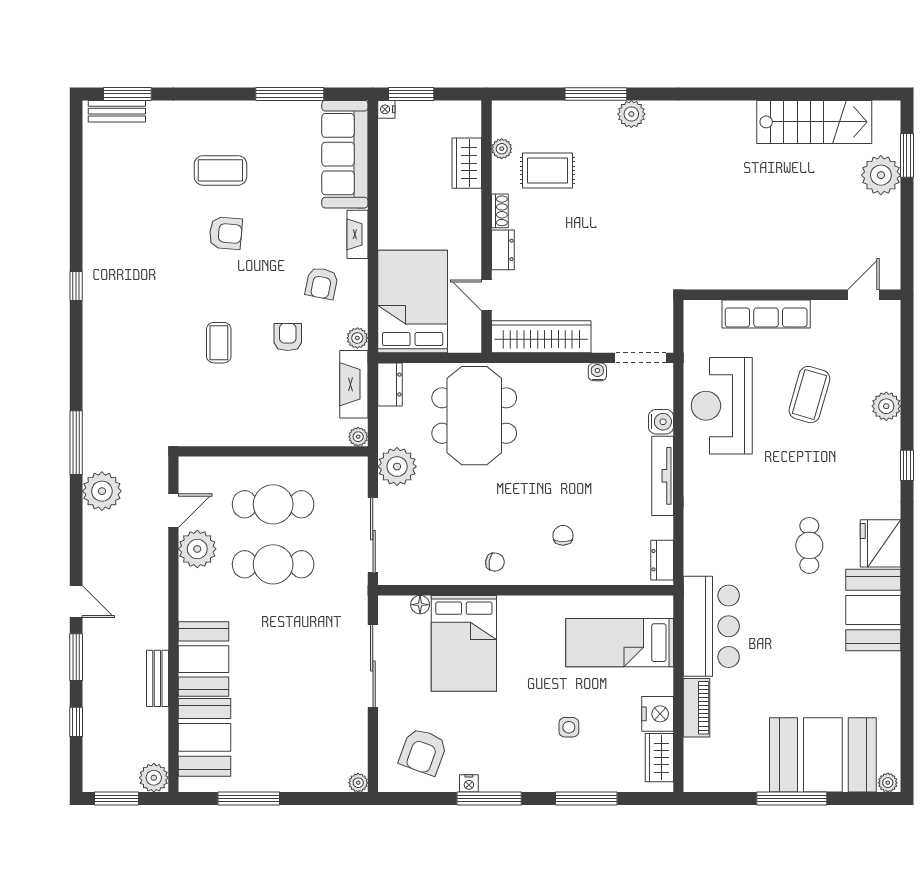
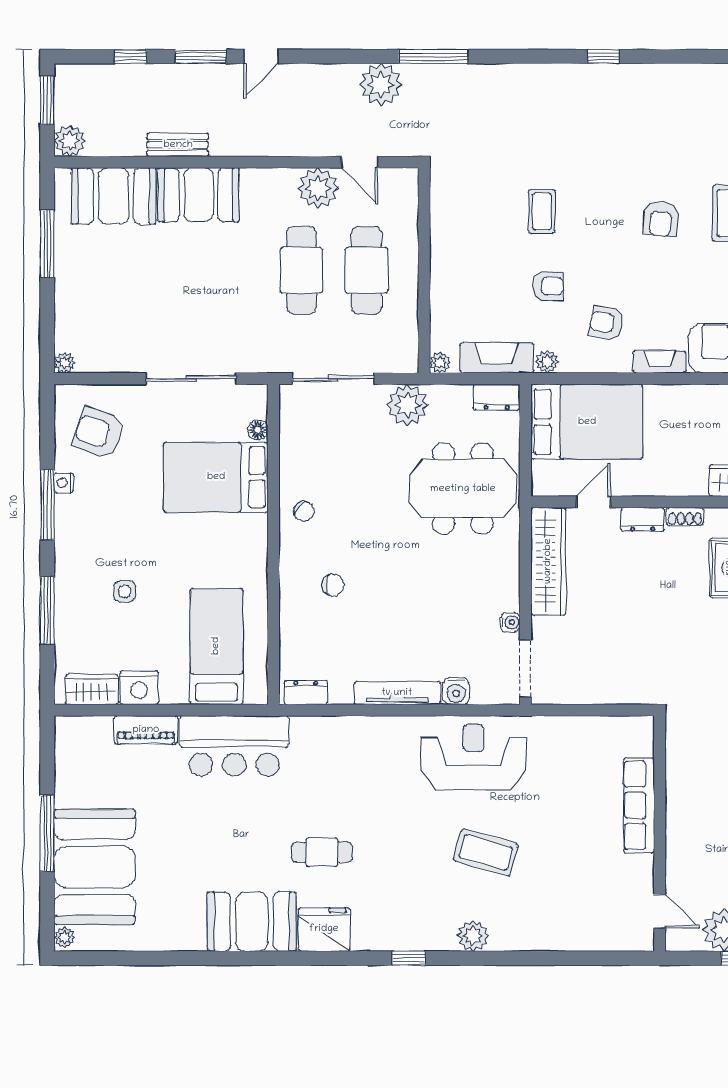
wall: (792, 295) -> (660, 833), moved
door: (864, 295) -> (660, 911), moved
row of seats: (766, 314) -> (639, 805), moved
coffee table: (219, 343) -> (542, 211), turned 90
chair: (495, 562) -> (304, 511), turned -54

